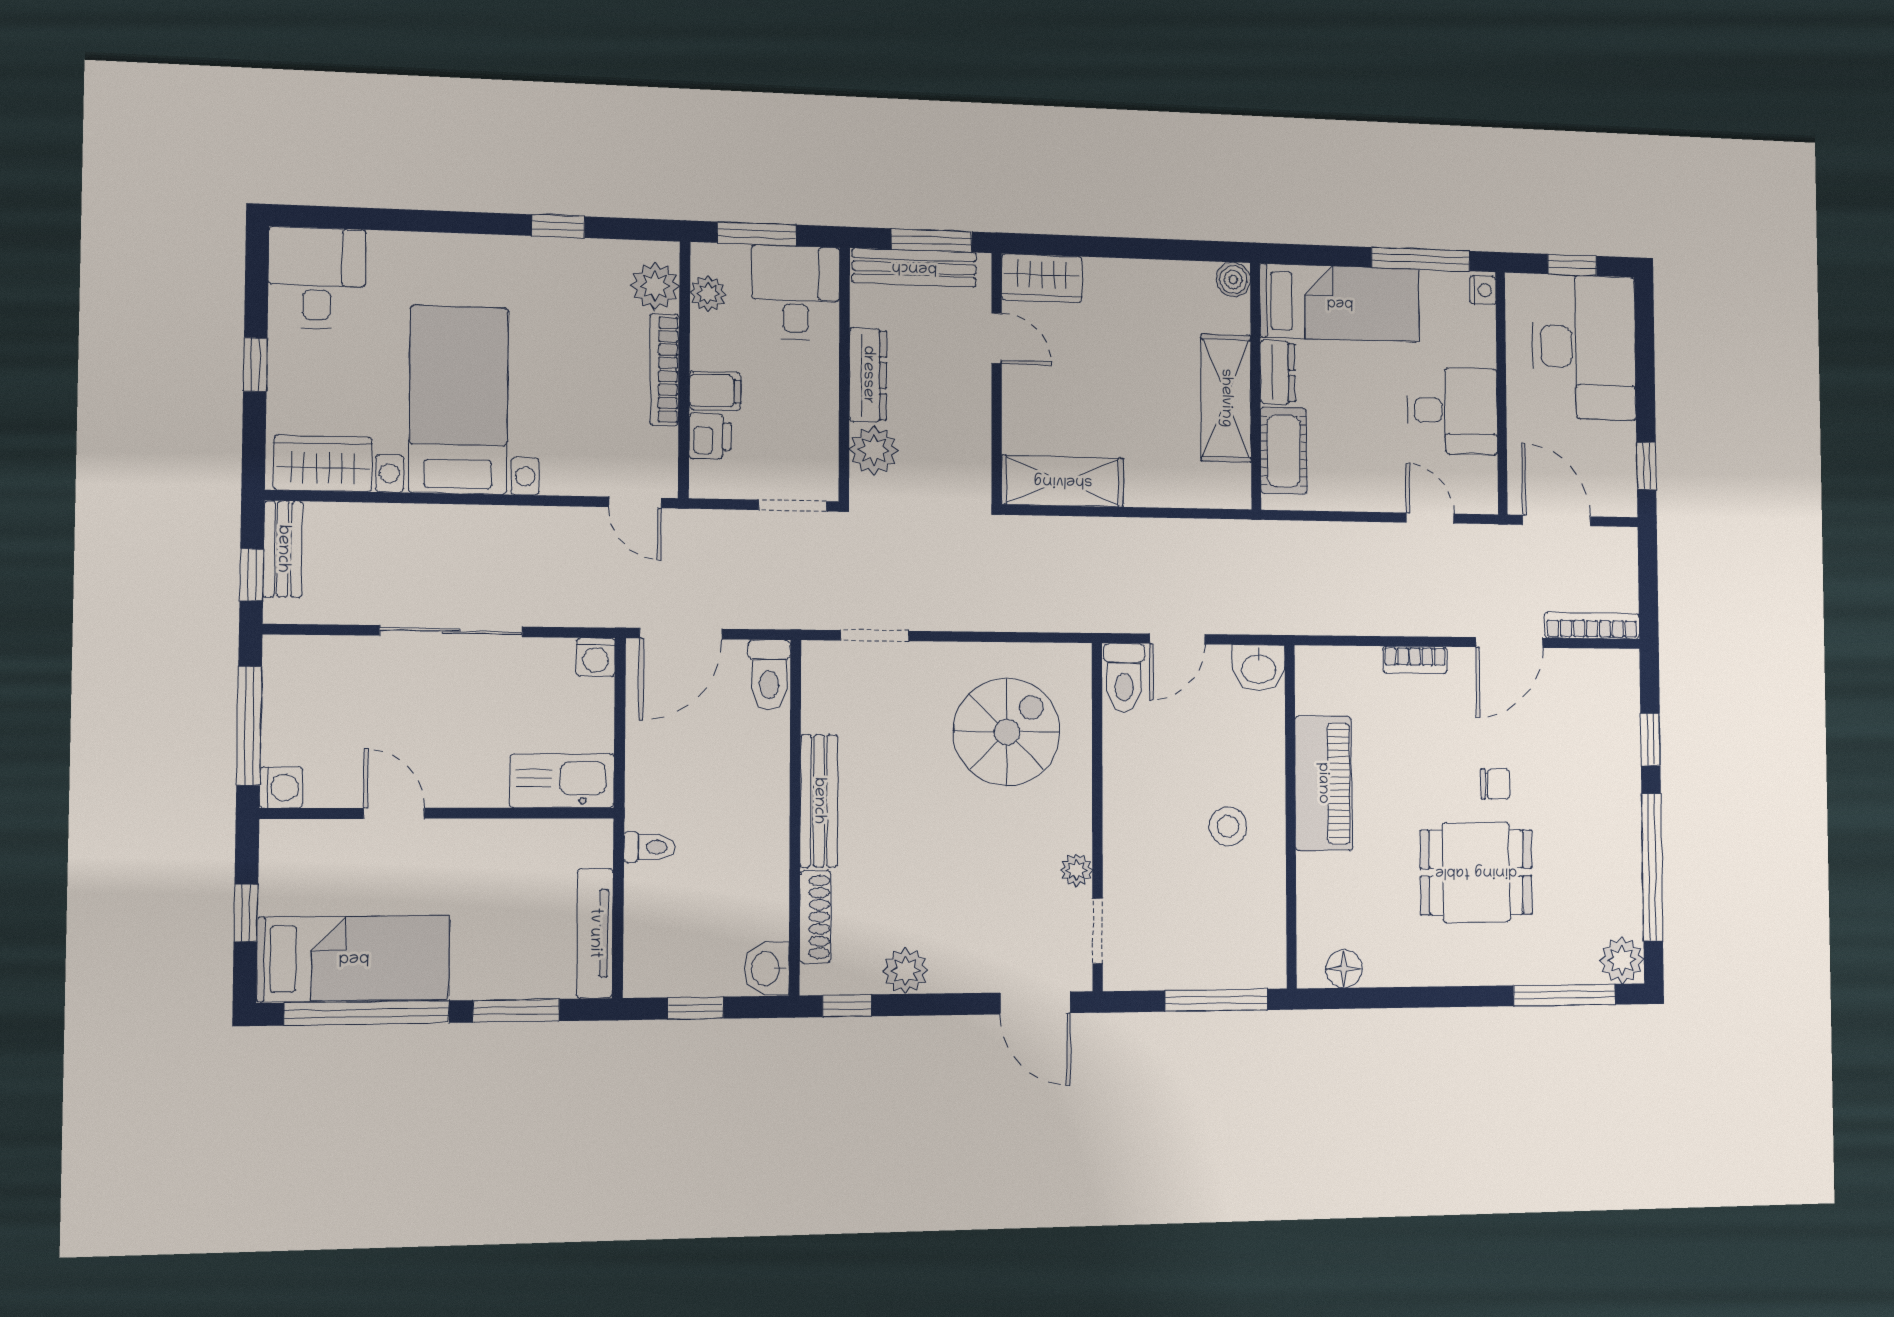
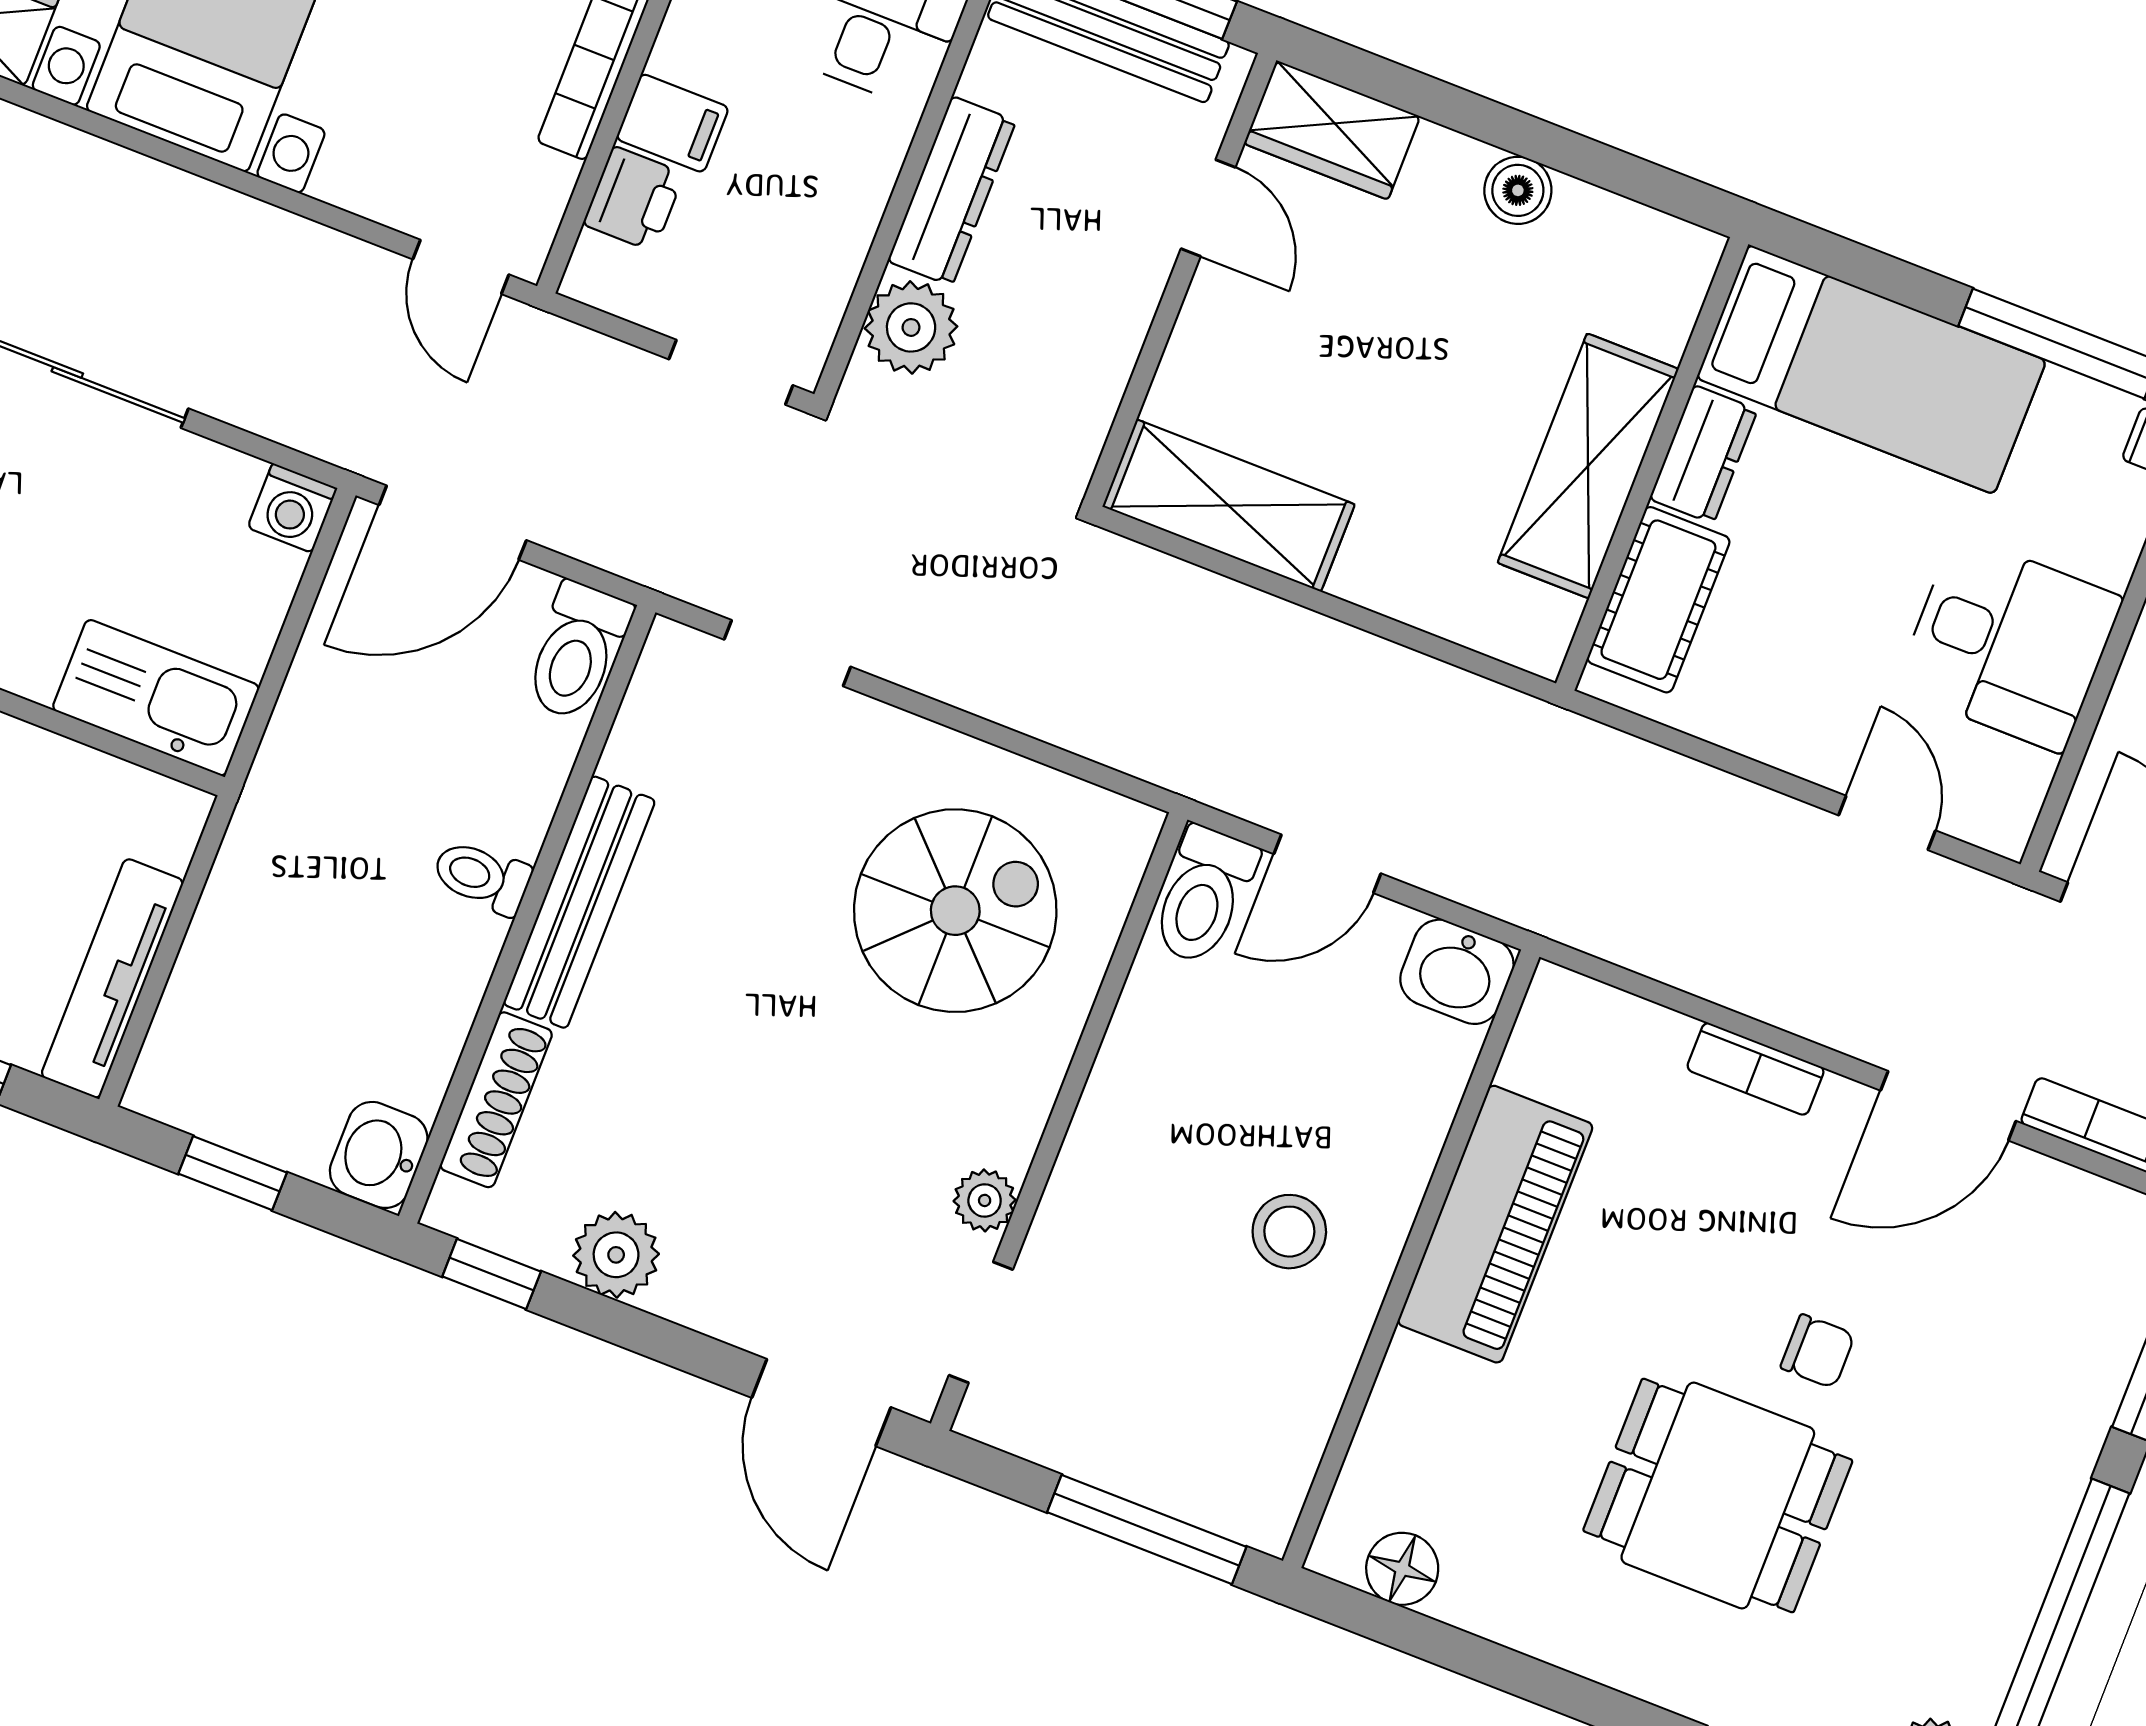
boiler: (1233, 280) -> (1518, 190), moved
toilet: (650, 847) -> (482, 877), moved, turned 180

